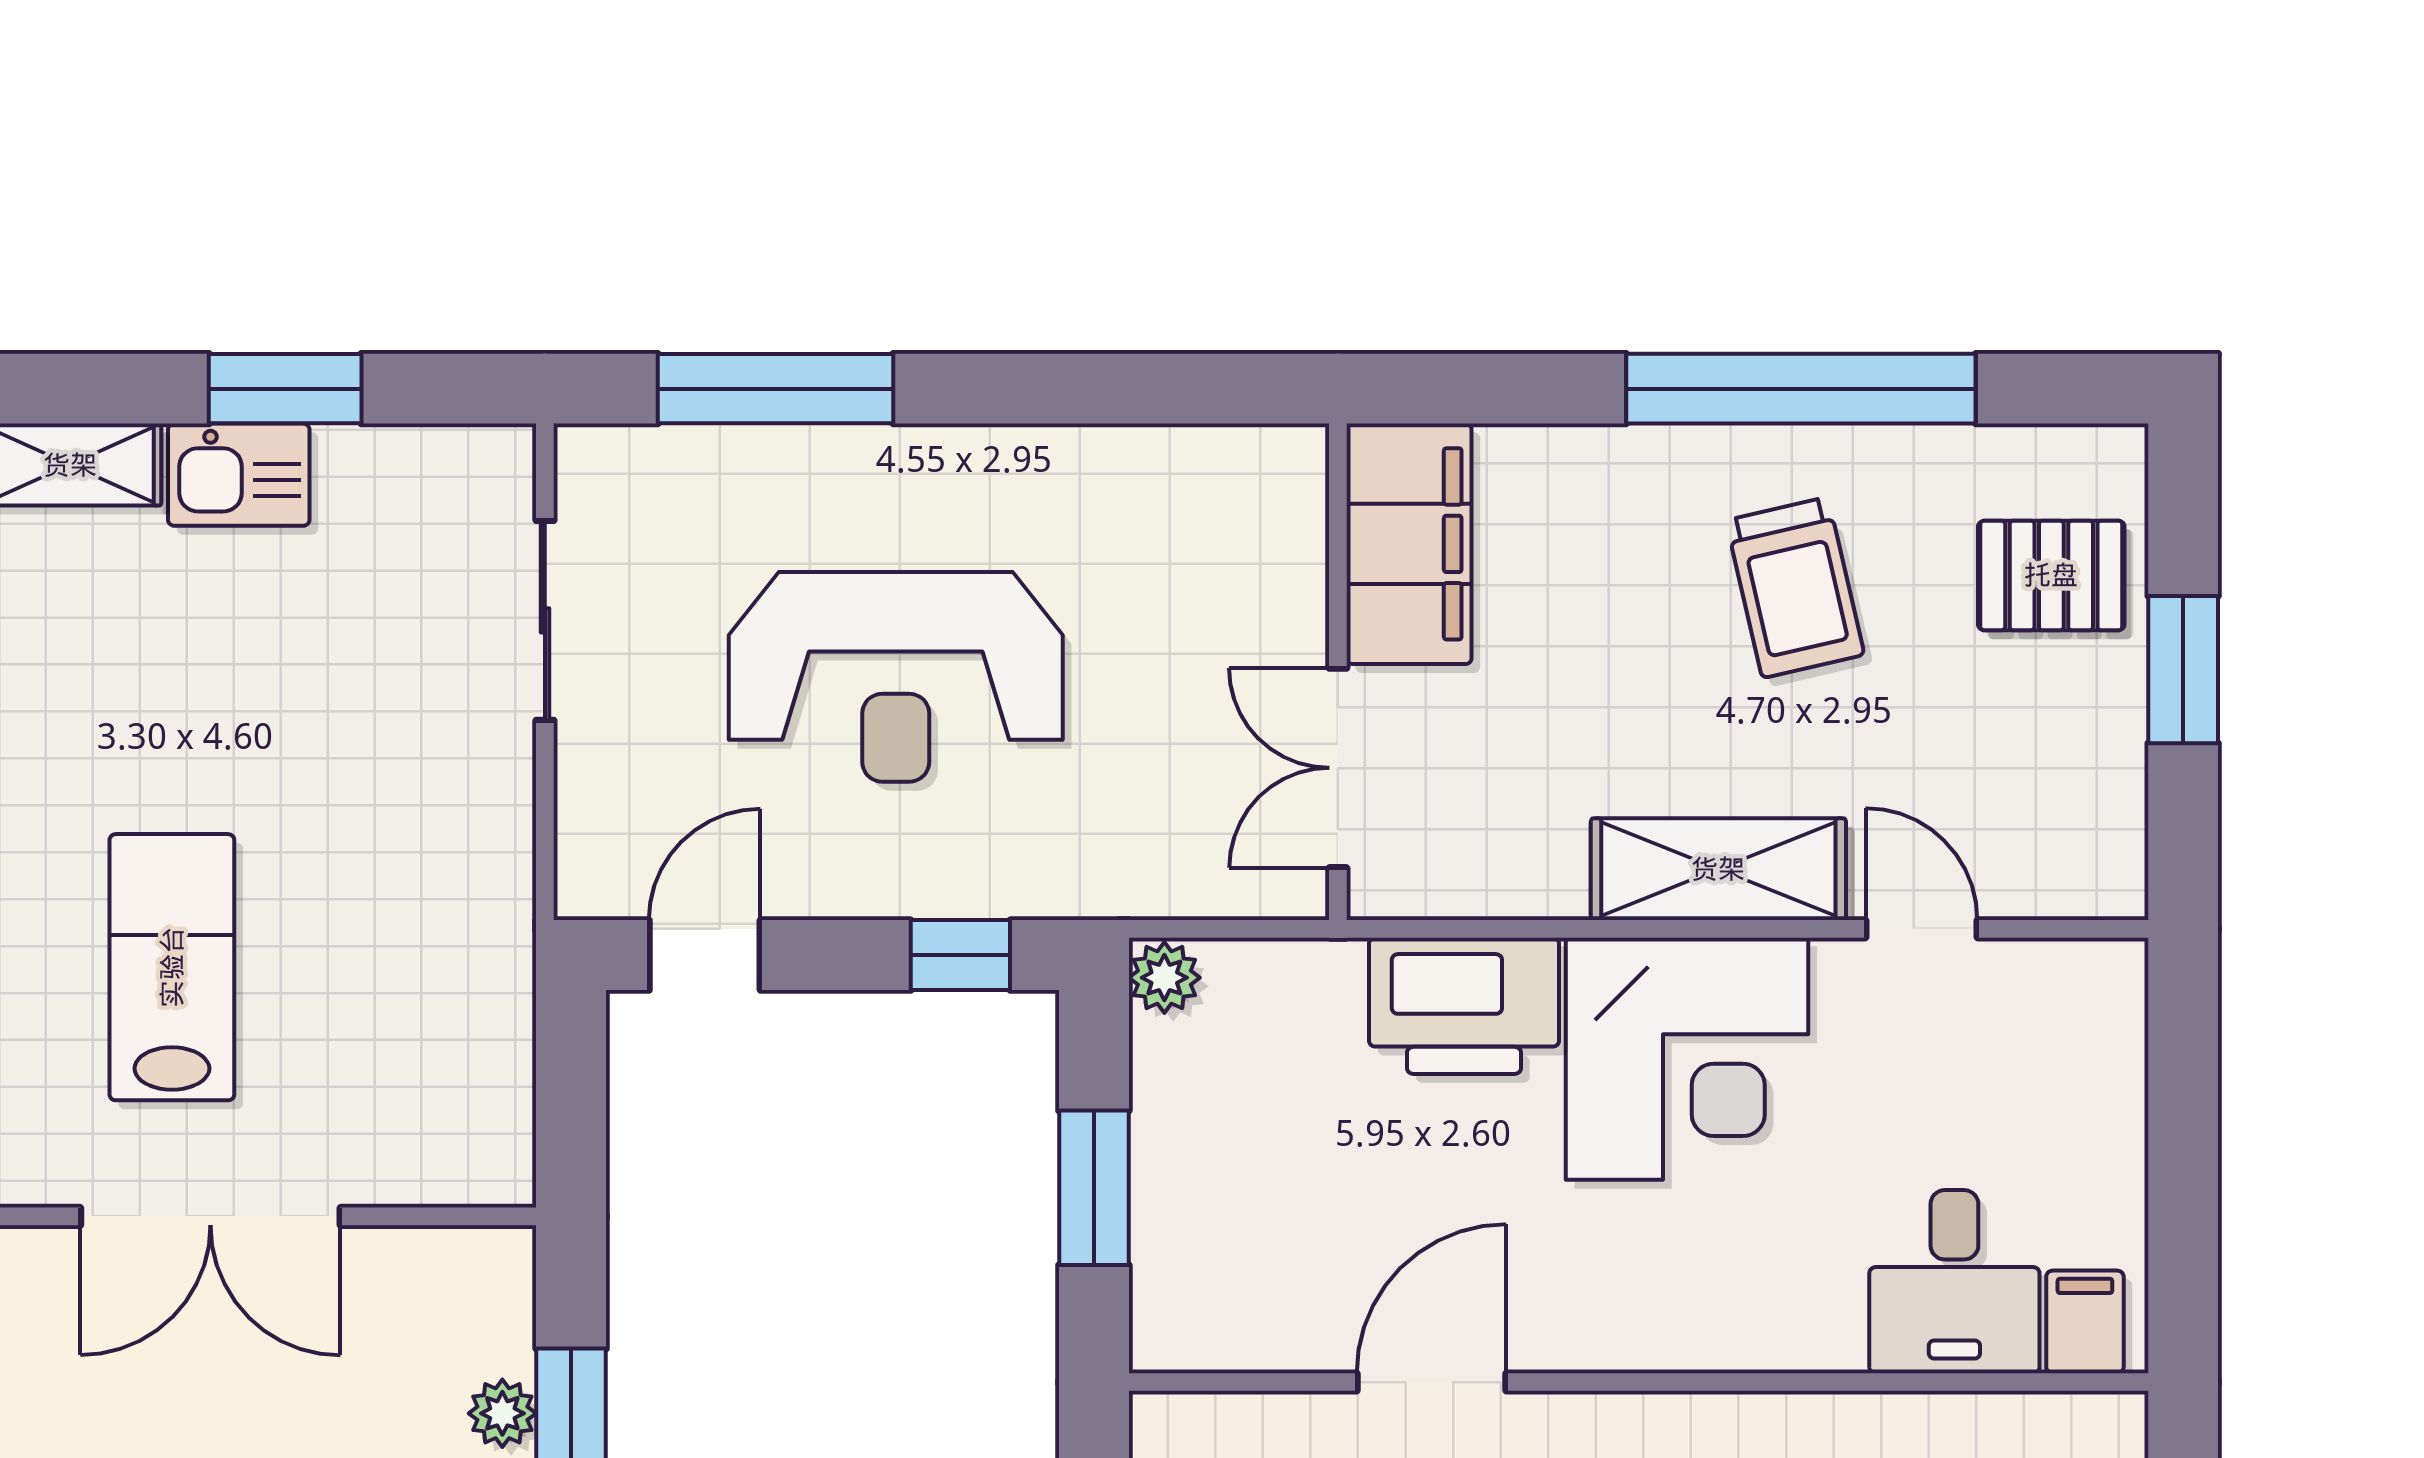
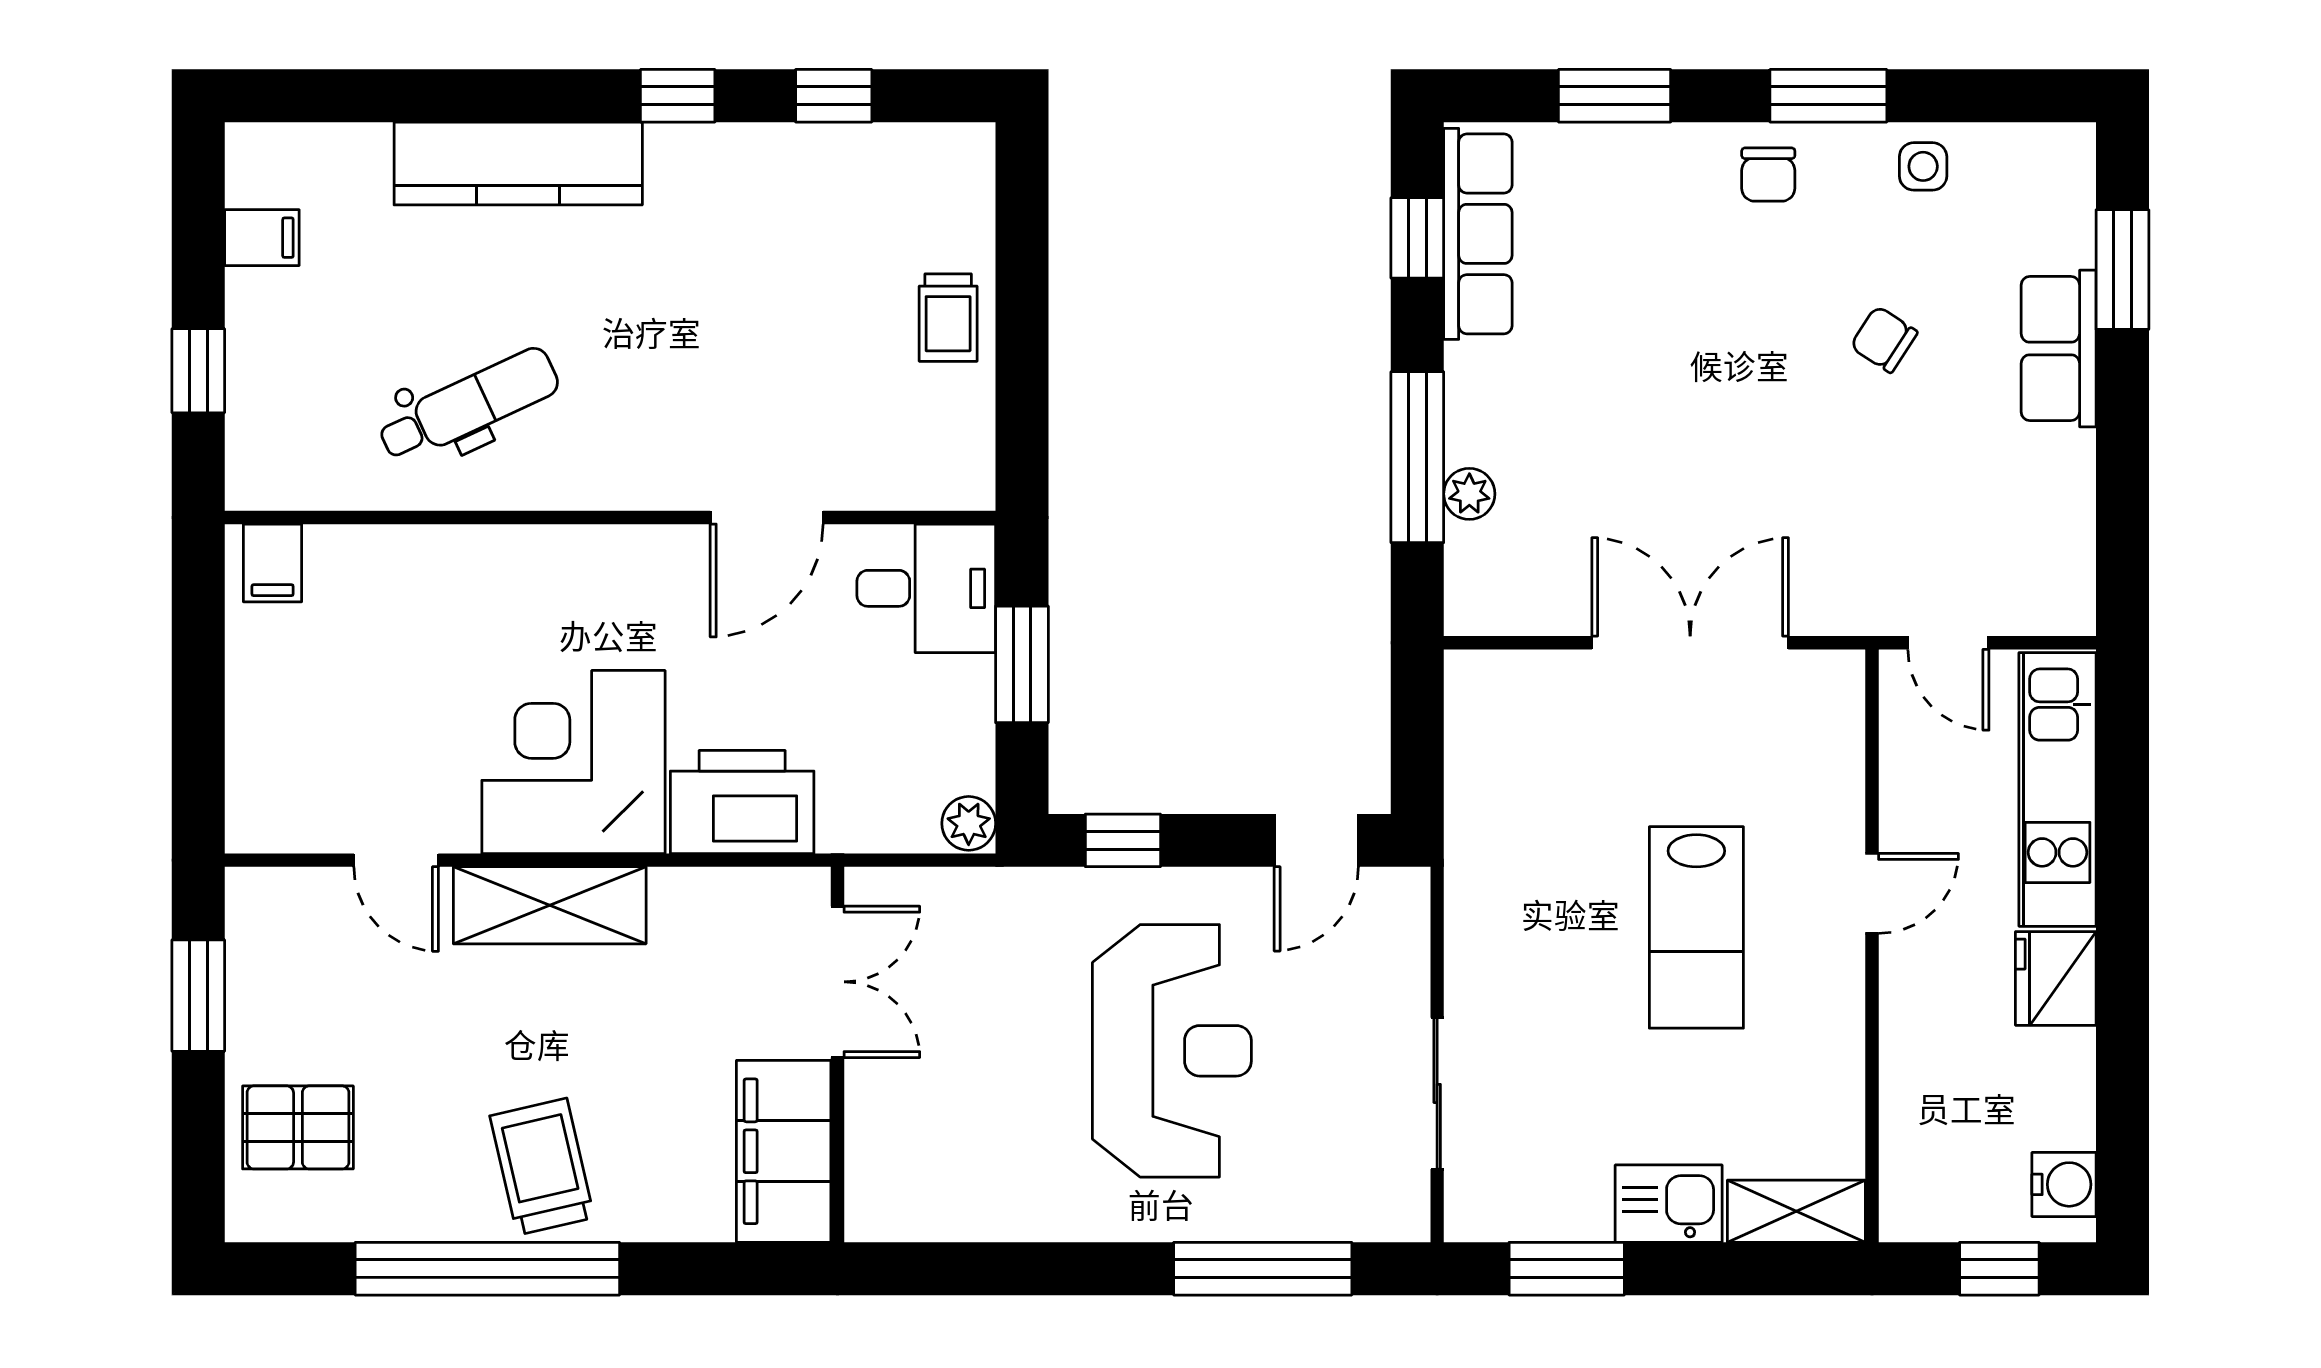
window: (285, 389) -> (1567, 1269), moved
trolley: (1795, 588) -> (542, 1167), moved
window: (2183, 670) -> (198, 996), moved
reception desk: (896, 677) -> (1172, 1051), turned 90
lab bench: (172, 967) -> (1696, 927), moved
desk: (1954, 1282) -> (926, 588), moved, turned 90

